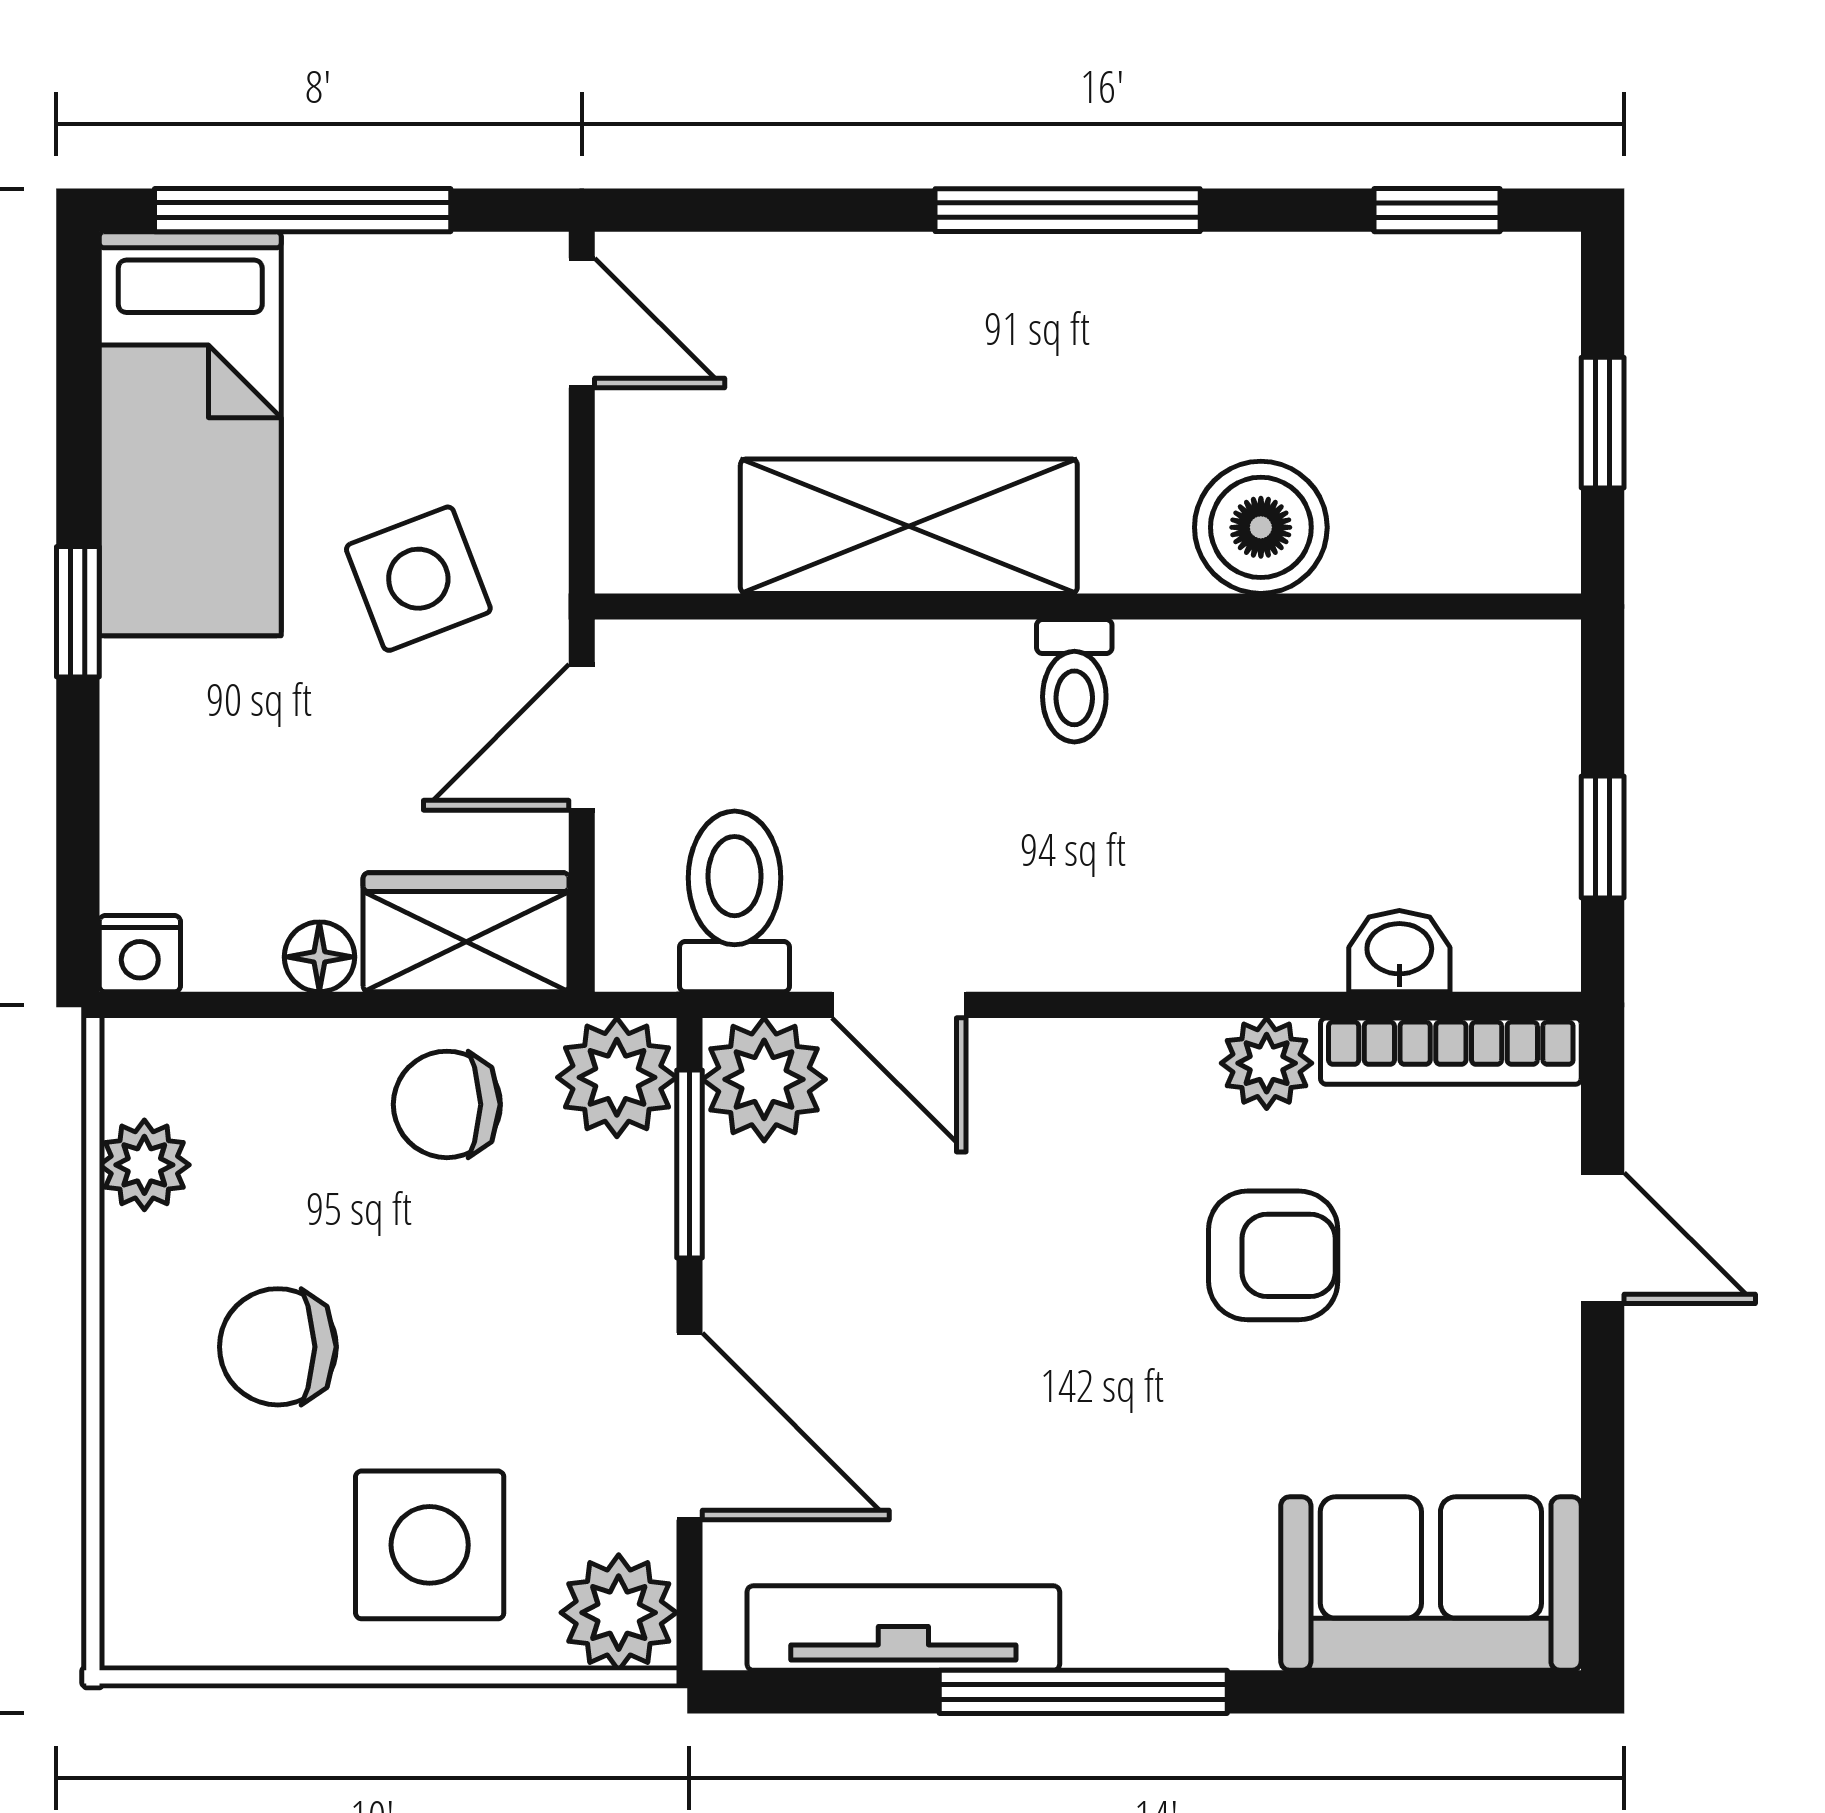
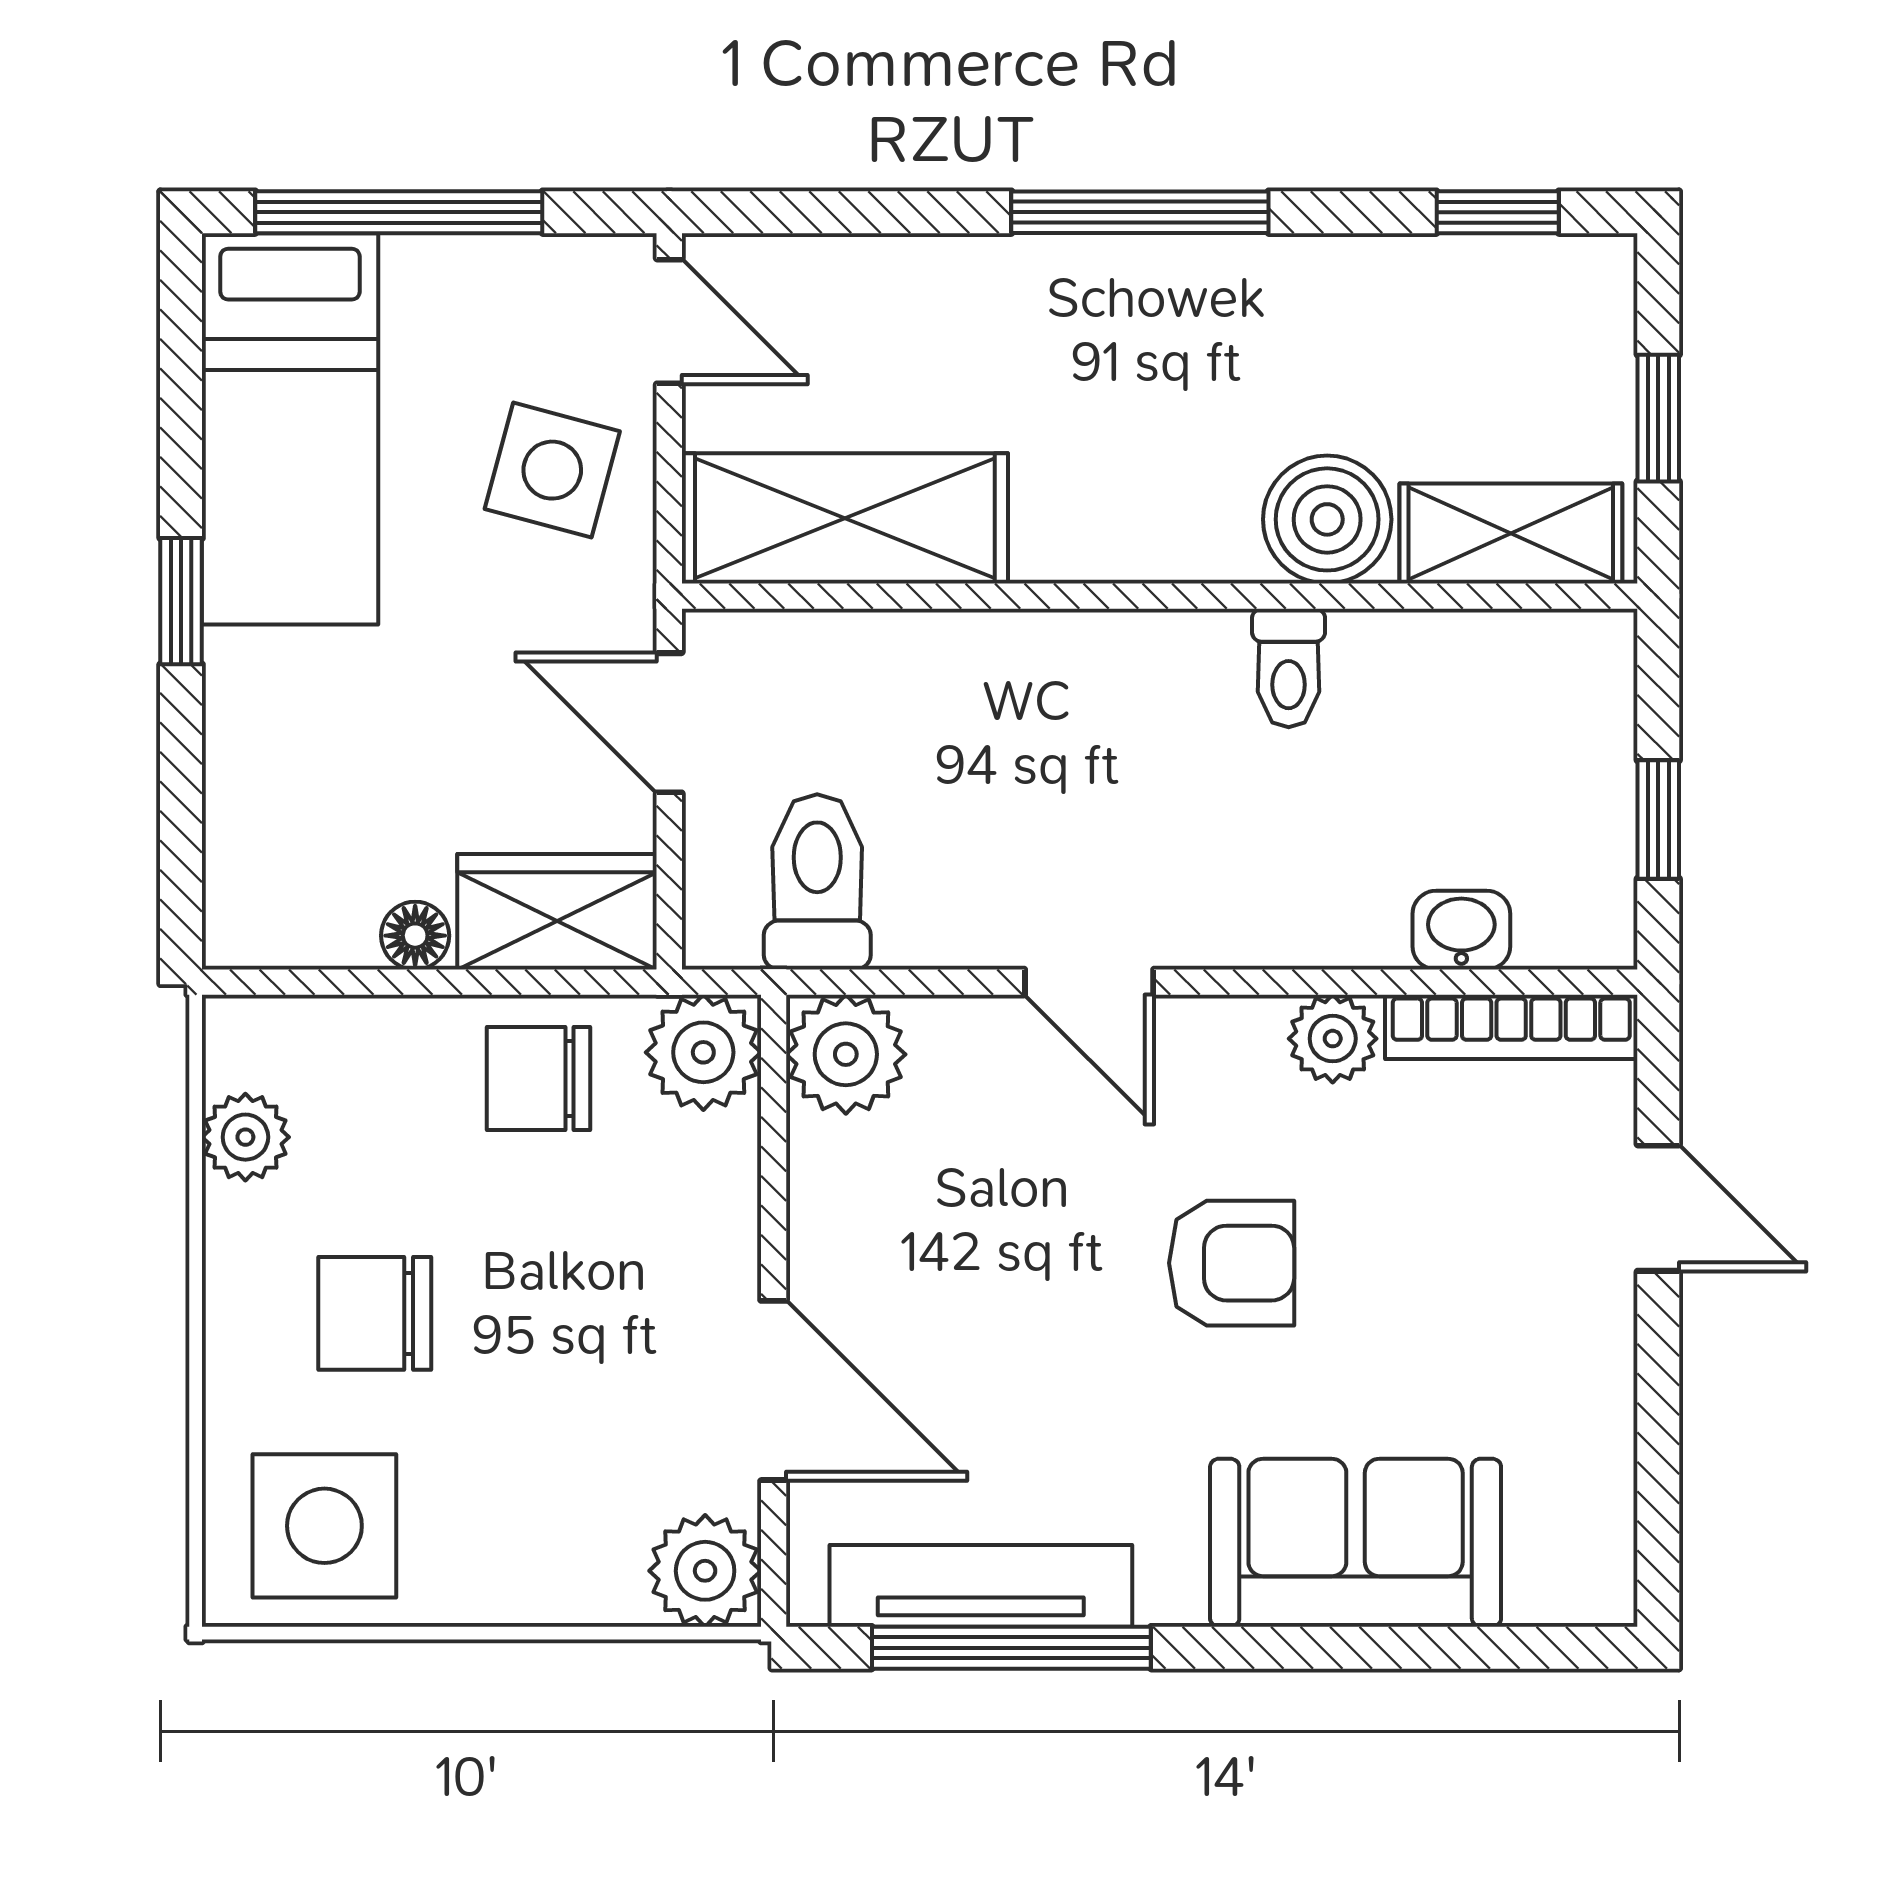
shelving: (909, 526) -> (845, 518), moved
shelving: (1450, 542) -> (1511, 533), added
side table: (418, 579) -> (552, 470), moved, turned 36
toilet: (1074, 681) -> (1289, 668), moved
door: (582, 737) -> (669, 723), hinge flipped
nightstand: (140, 954) -> (241, 932), removed
door: (899, 1005) -> (1089, 982), moved
window: (689, 1164) -> (774, 1136), removed
armchair: (1273, 1255) -> (1232, 1263), moved
side table: (430, 1545) -> (324, 1526), moved
sofa: (1431, 1584) -> (1356, 1543), moved
window: (1083, 1692) -> (1011, 1648), moved

